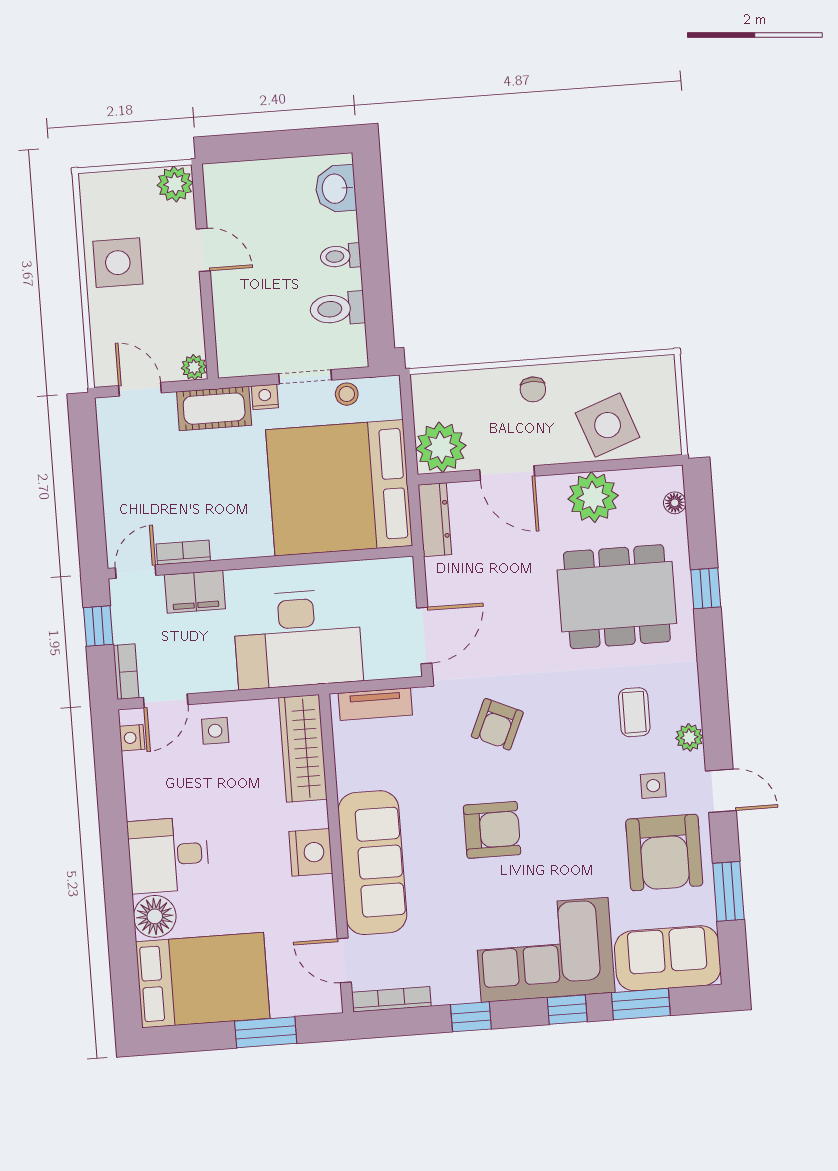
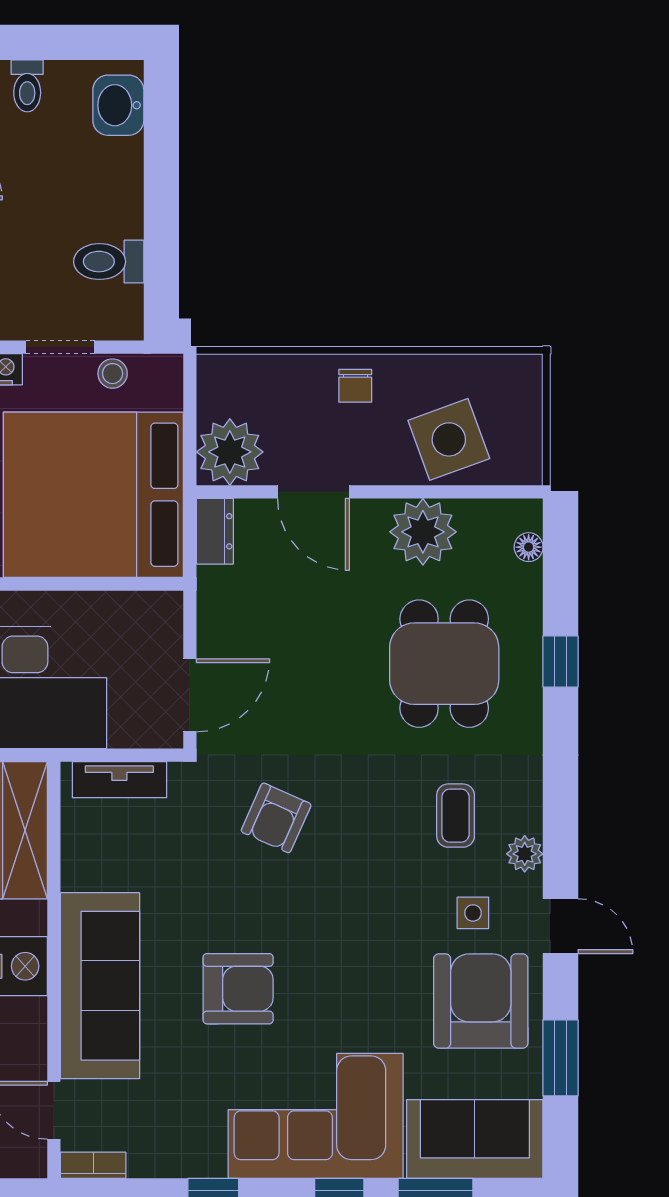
toilet: (340, 256) -> (27, 86), moved, turned -90
dresser: (435, 520) -> (215, 531), width x0.70
dining table: (617, 597) -> (444, 664), width x0.73
armchair: (492, 830) -> (238, 989), moved
armchair: (664, 852) -> (481, 1001), turned 180
bookcase: (391, 999) -> (93, 1165), width x0.64

